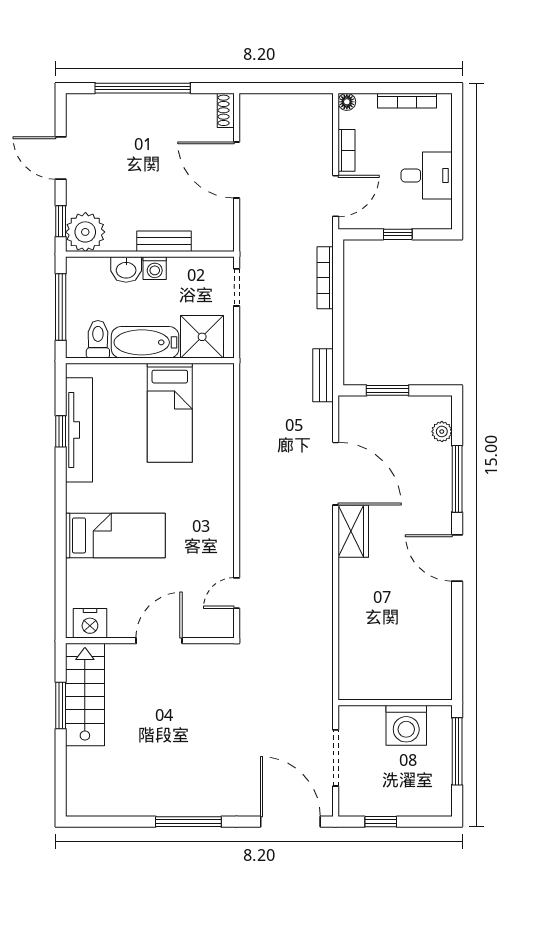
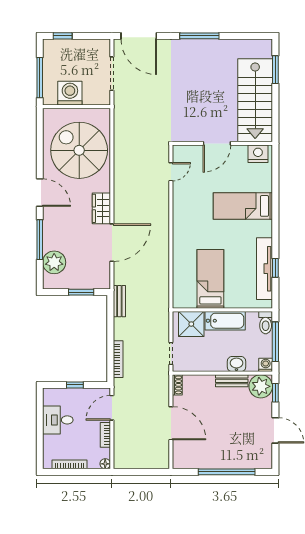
shoe rack: (226, 110) -> (177, 385), moved
bench: (164, 241) -> (232, 381), moved
washing machine: (155, 268) -> (266, 365), moved
toilet: (98, 339) -> (266, 323), moved
plant: (442, 432) -> (54, 262), width x1.87, depth x1.87
door: (336, 474) -> (112, 243), swing flipped
spiral stairs: (391, 629) -> (79, 150), added
stairs: (85, 694) -> (255, 100), width x1.36, depth x1.51
window: (61, 705) -> (275, 70), moved
window: (381, 822) -> (63, 36), moved

